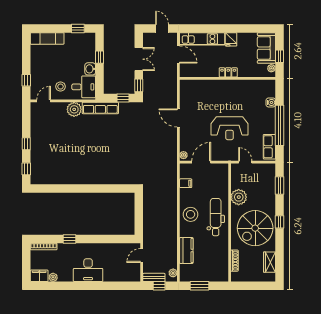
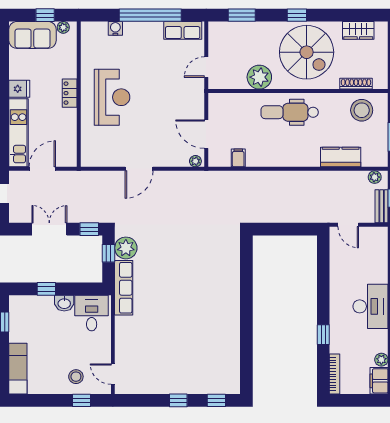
stool: (60, 87) -> (76, 377), moved
plant: (74, 109) -> (126, 248), moved
reception desk: (229, 128) -> (112, 97), moved
stool: (191, 214) -> (362, 110), moved

